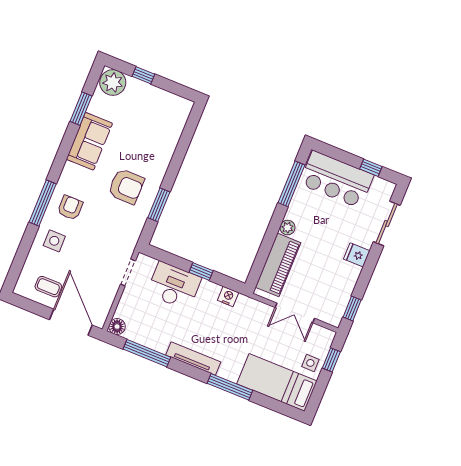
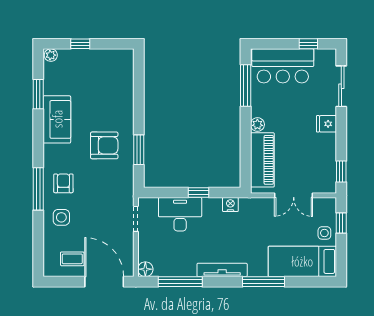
plant: (113, 82) -> (51, 55), width x0.53, depth x0.53

